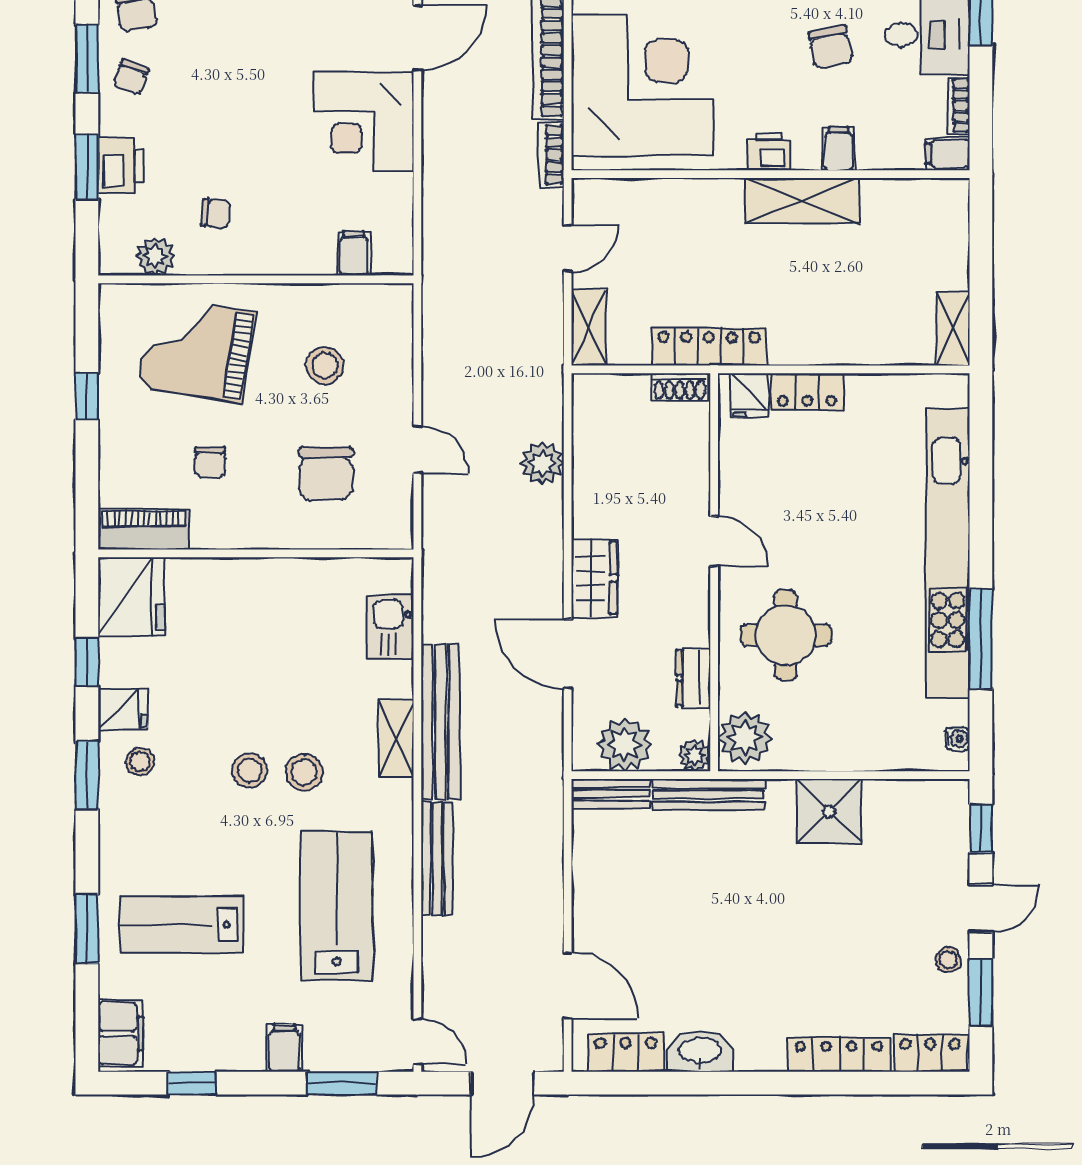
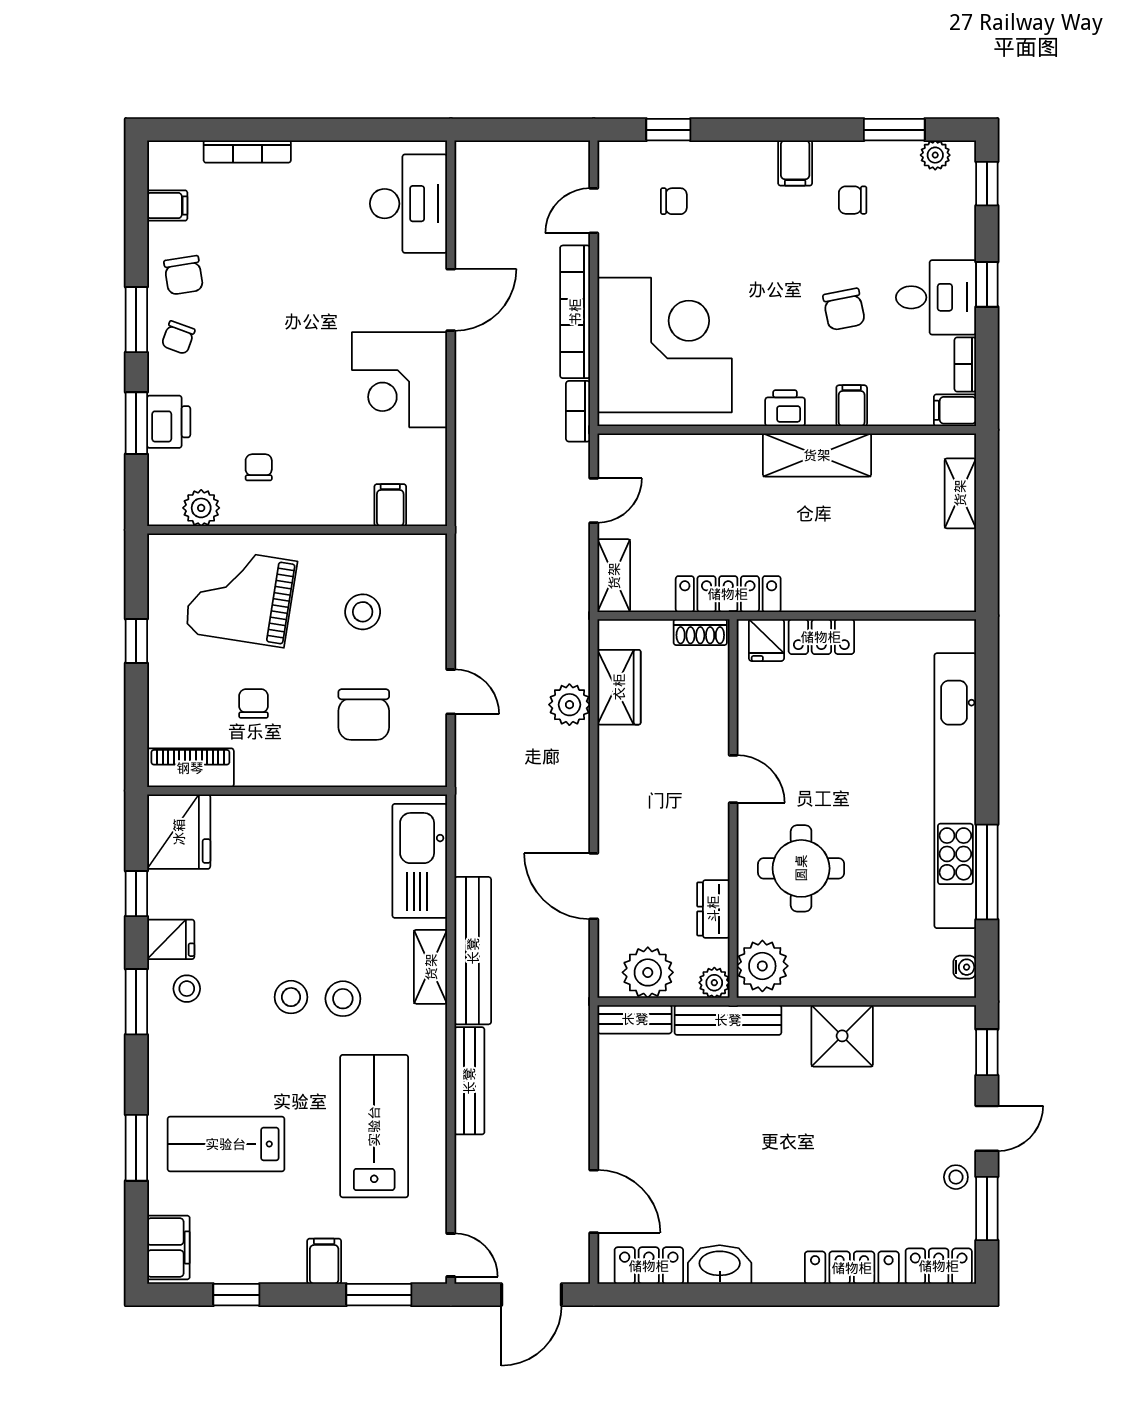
chair: (216, 214) -> (259, 467), turned -97
shelving: (953, 329) -> (960, 493), moved
chair: (210, 462) -> (254, 704), turned 180
wardrobe: (594, 578) -> (619, 687), moved
kitchen sink: (390, 627) -> (420, 861), width x1.87, depth x1.24

